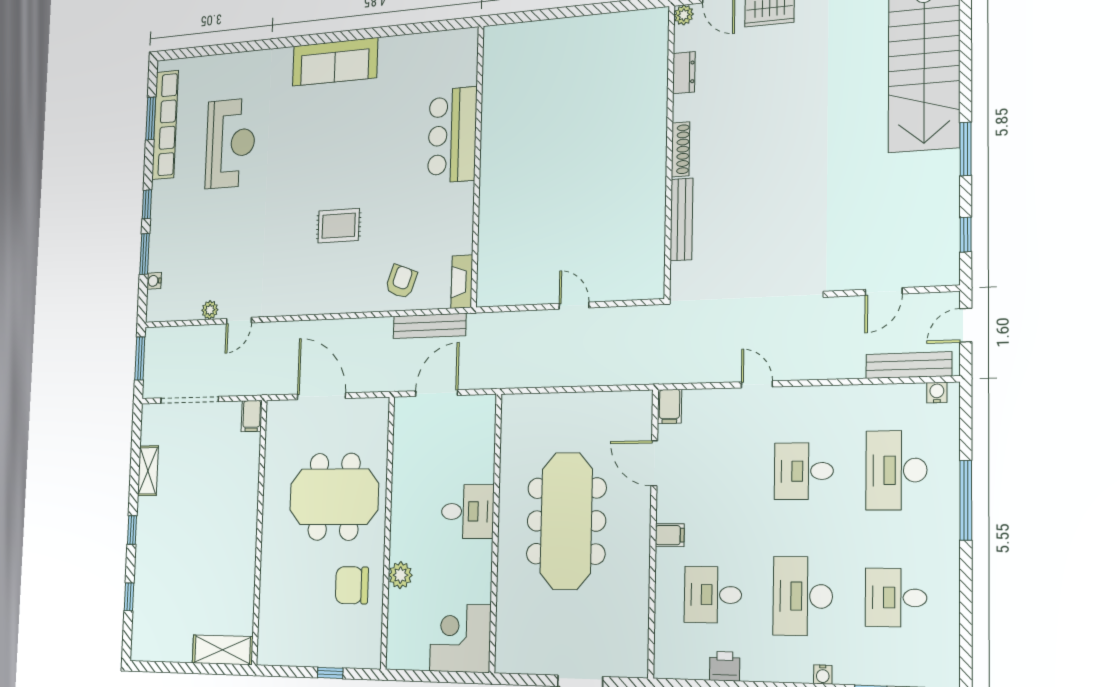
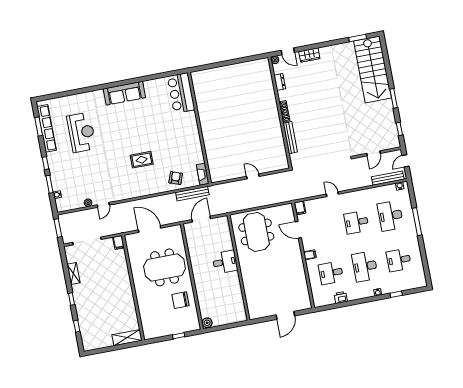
bar counter: (452, 135) -> (181, 93), moved
meeting table: (566, 521) -> (256, 232), moved, width x0.73
plant: (400, 575) -> (207, 323), moved
corner desk: (460, 638) -> (232, 310), removed

